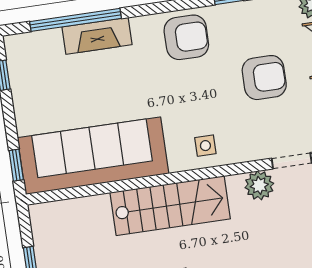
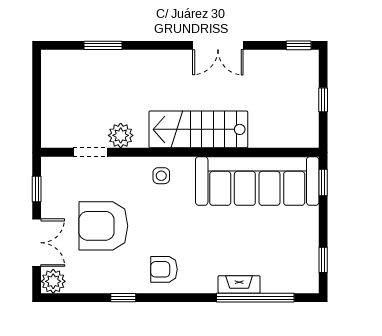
fireplace: (97, 36) -> (239, 284), width x0.73, depth x0.76
armchair: (186, 37) -> (164, 269), width x0.72, depth x0.72
armchair: (264, 78) -> (103, 226), width x1.36, depth x1.36

